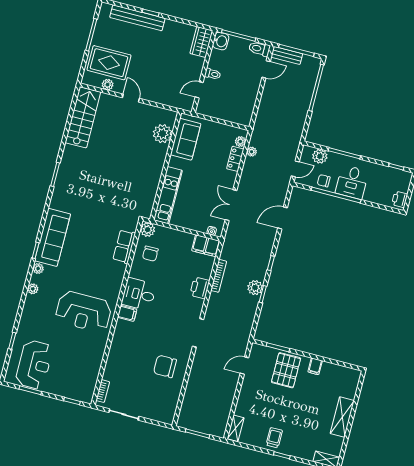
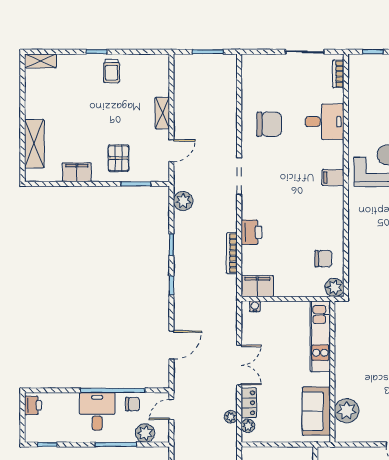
double door: (231, 205) -> (239, 365), moved
row of seats: (124, 247) -> (358, 259), removed
chair: (150, 254) -> (323, 259), turned 90
plant: (255, 288) -> (183, 201), moved
desk: (139, 294) -> (325, 122), moved
filing cabinet: (315, 366) -> (77, 172), width x2.00
pallet: (286, 370) -> (118, 158), width x0.67, depth x0.71
shelving: (342, 417) -> (34, 144), moved
shelving: (236, 428) -> (162, 113), moved

